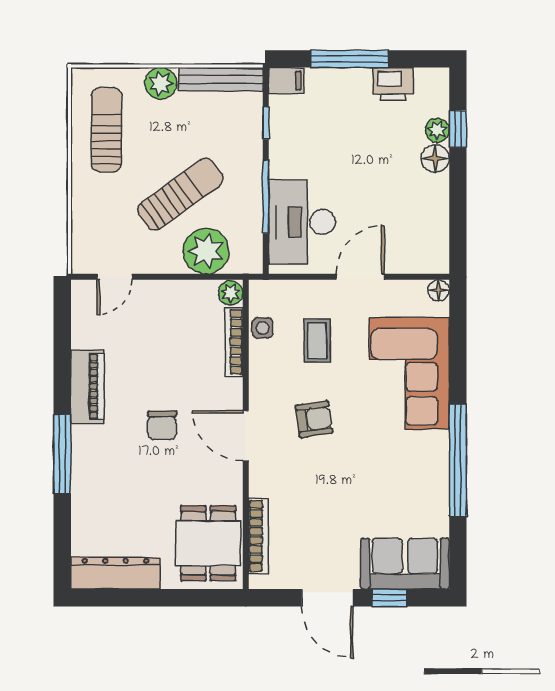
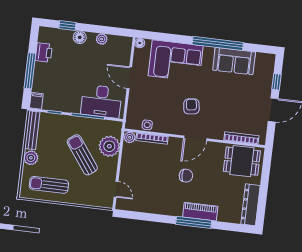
plant: (437, 130) -> (102, 39), moved
coffee table: (317, 341) -> (156, 101), removed
piano: (87, 387) -> (200, 212), moved
sofa: (405, 564) -> (234, 61), moved, turned -90

